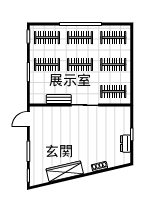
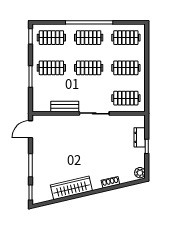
dresser: (126, 144) -> (140, 137), moved
plant: (126, 158) -> (140, 173), added

